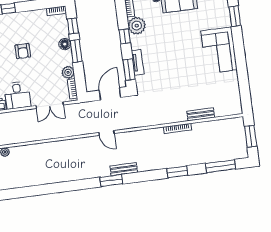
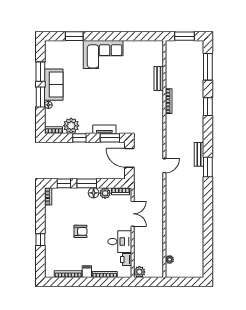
floor lamp: (65, 44) -> (94, 193), moved

